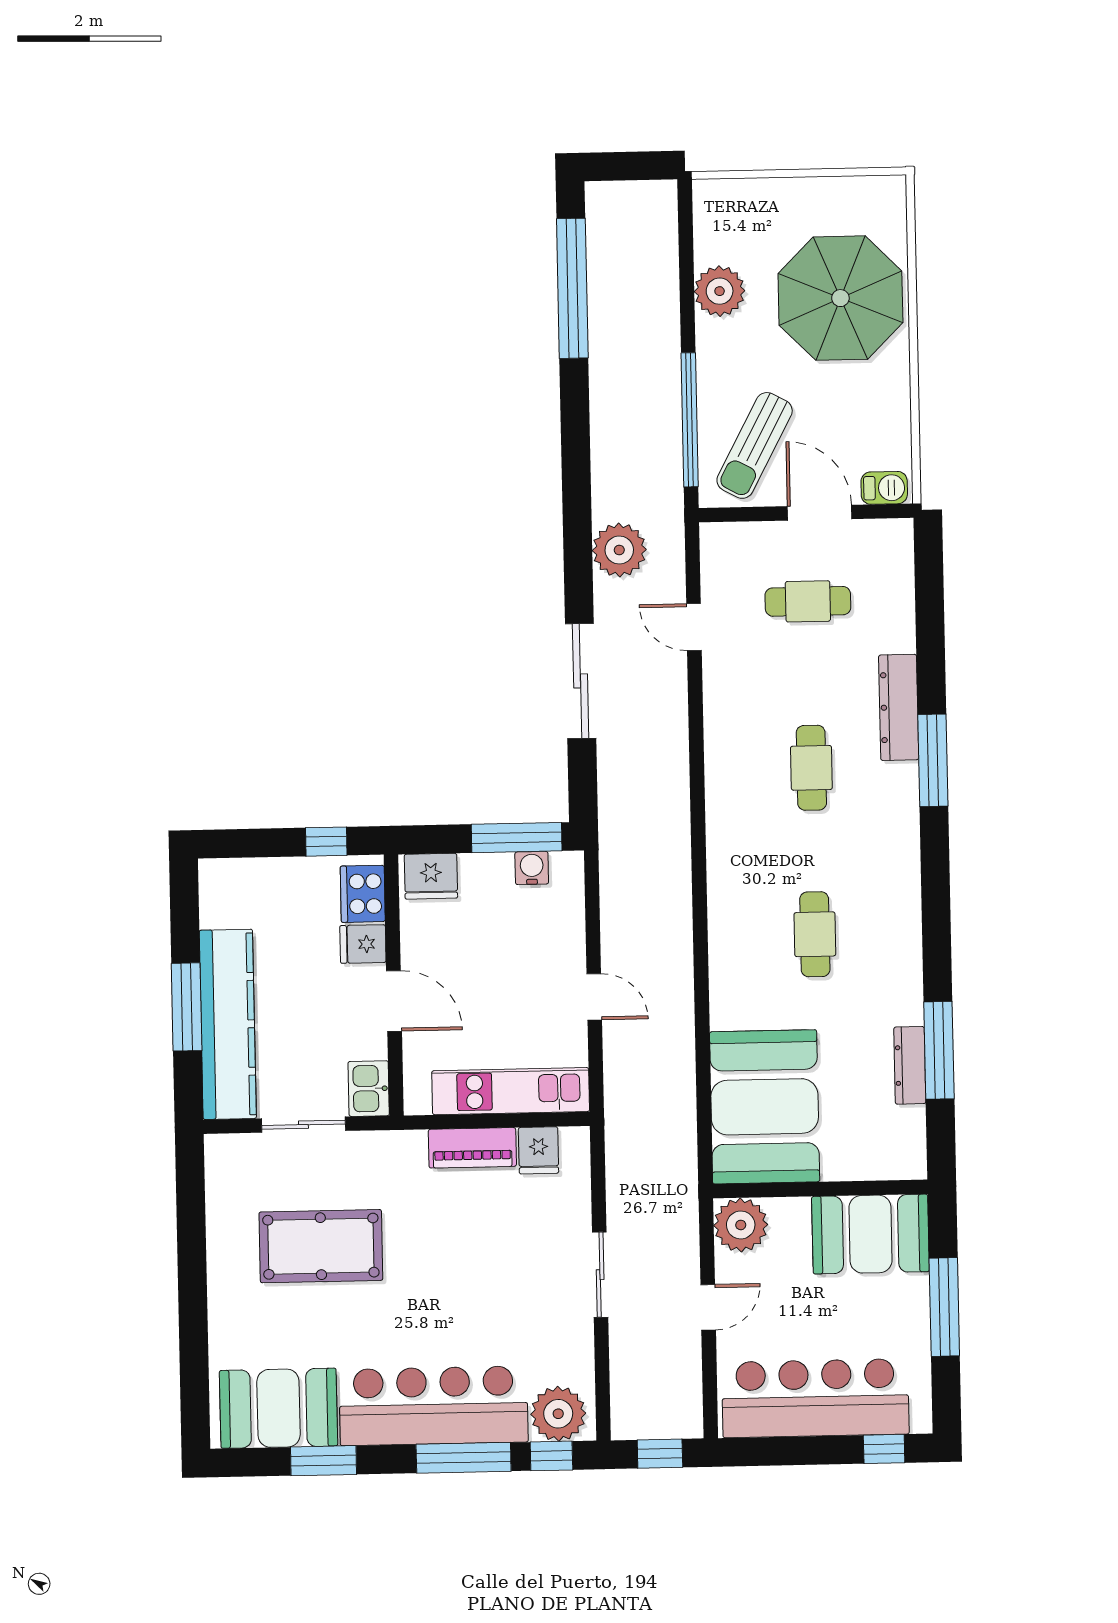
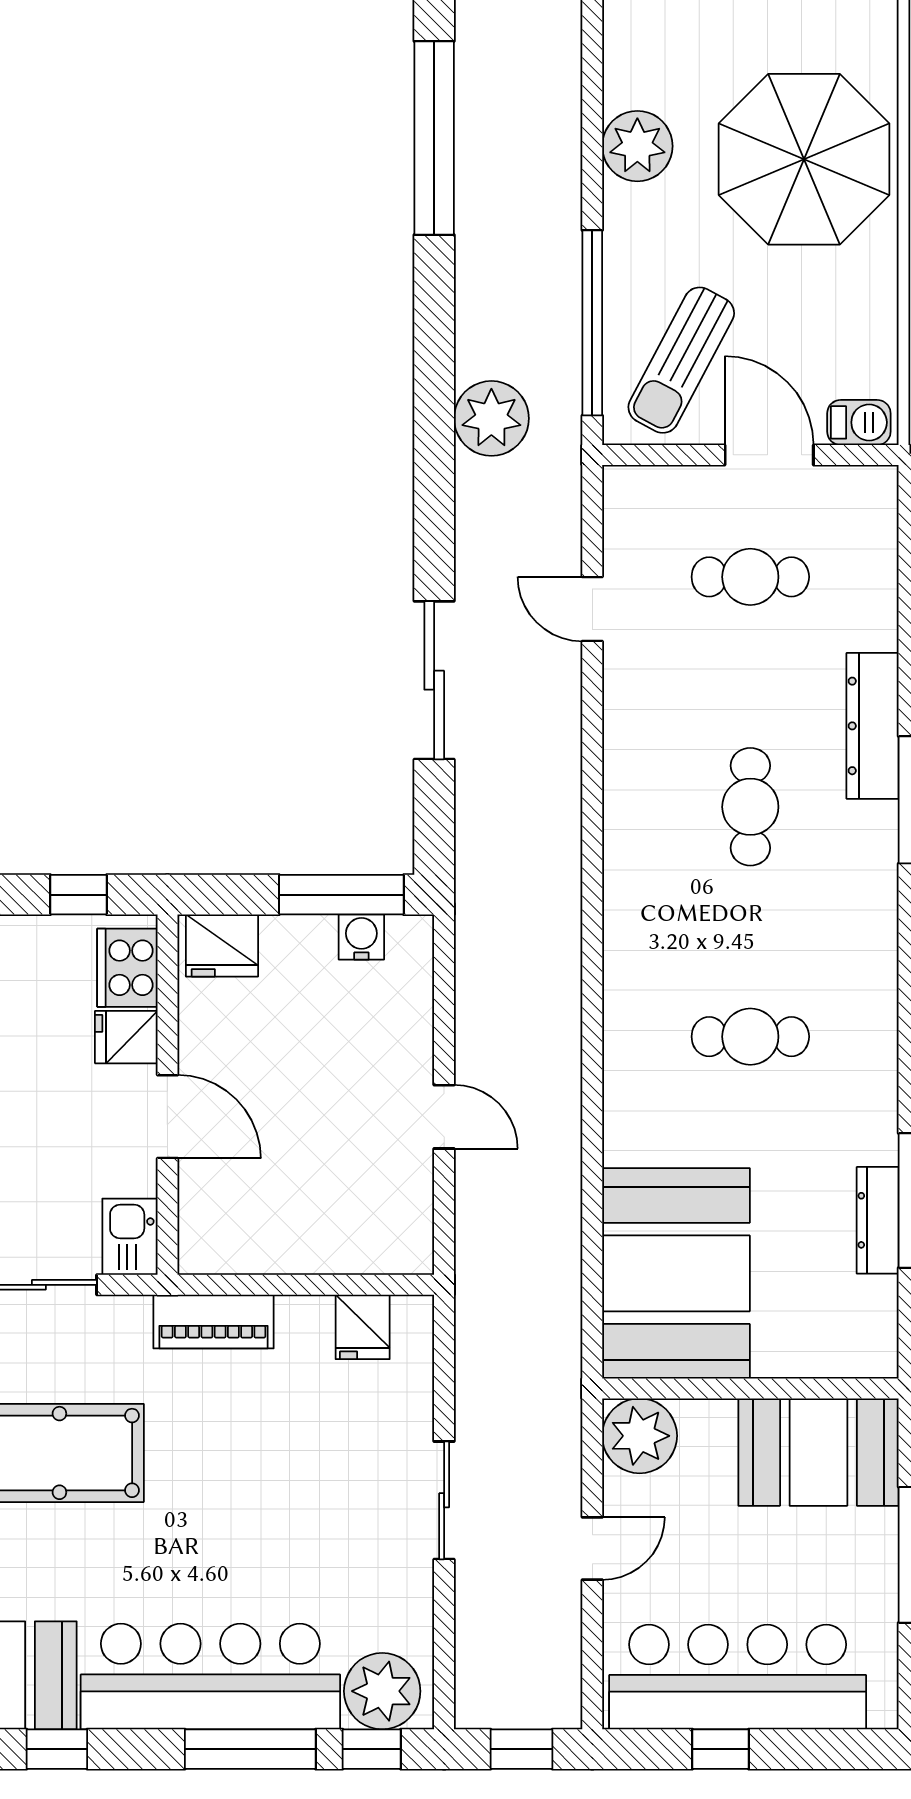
plant: (619, 550) -> (491, 418), moved
cafe table: (815, 934) -> (750, 1037), turned 90
kitchen unit: (511, 1091) -> (326, 1244), removed
piano: (472, 1148) -> (214, 1322), moved
window: (884, 1449) -> (721, 1749), moved
window: (323, 1461) -> (57, 1749), width x0.67

